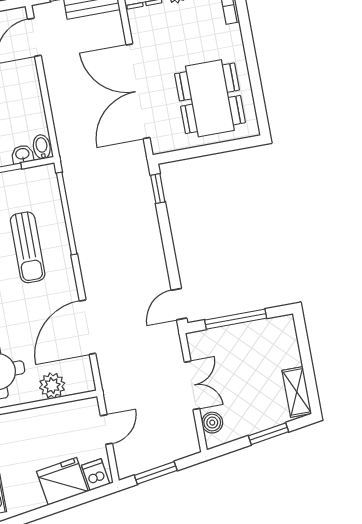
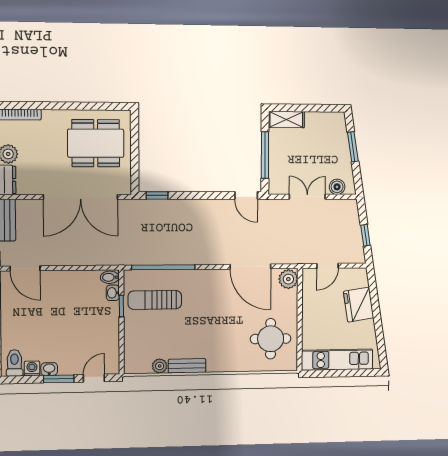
sun lounger: (28, 247) -> (155, 300), moved, turned 180
plant: (52, 386) -> (288, 279), moved
shelving: (297, 392) -> (286, 120), moved
door: (106, 430) -> (327, 266), swing flipped
window: (156, 473) -> (365, 235), width x0.67
dishwasher: (96, 475) -> (358, 280), removed

